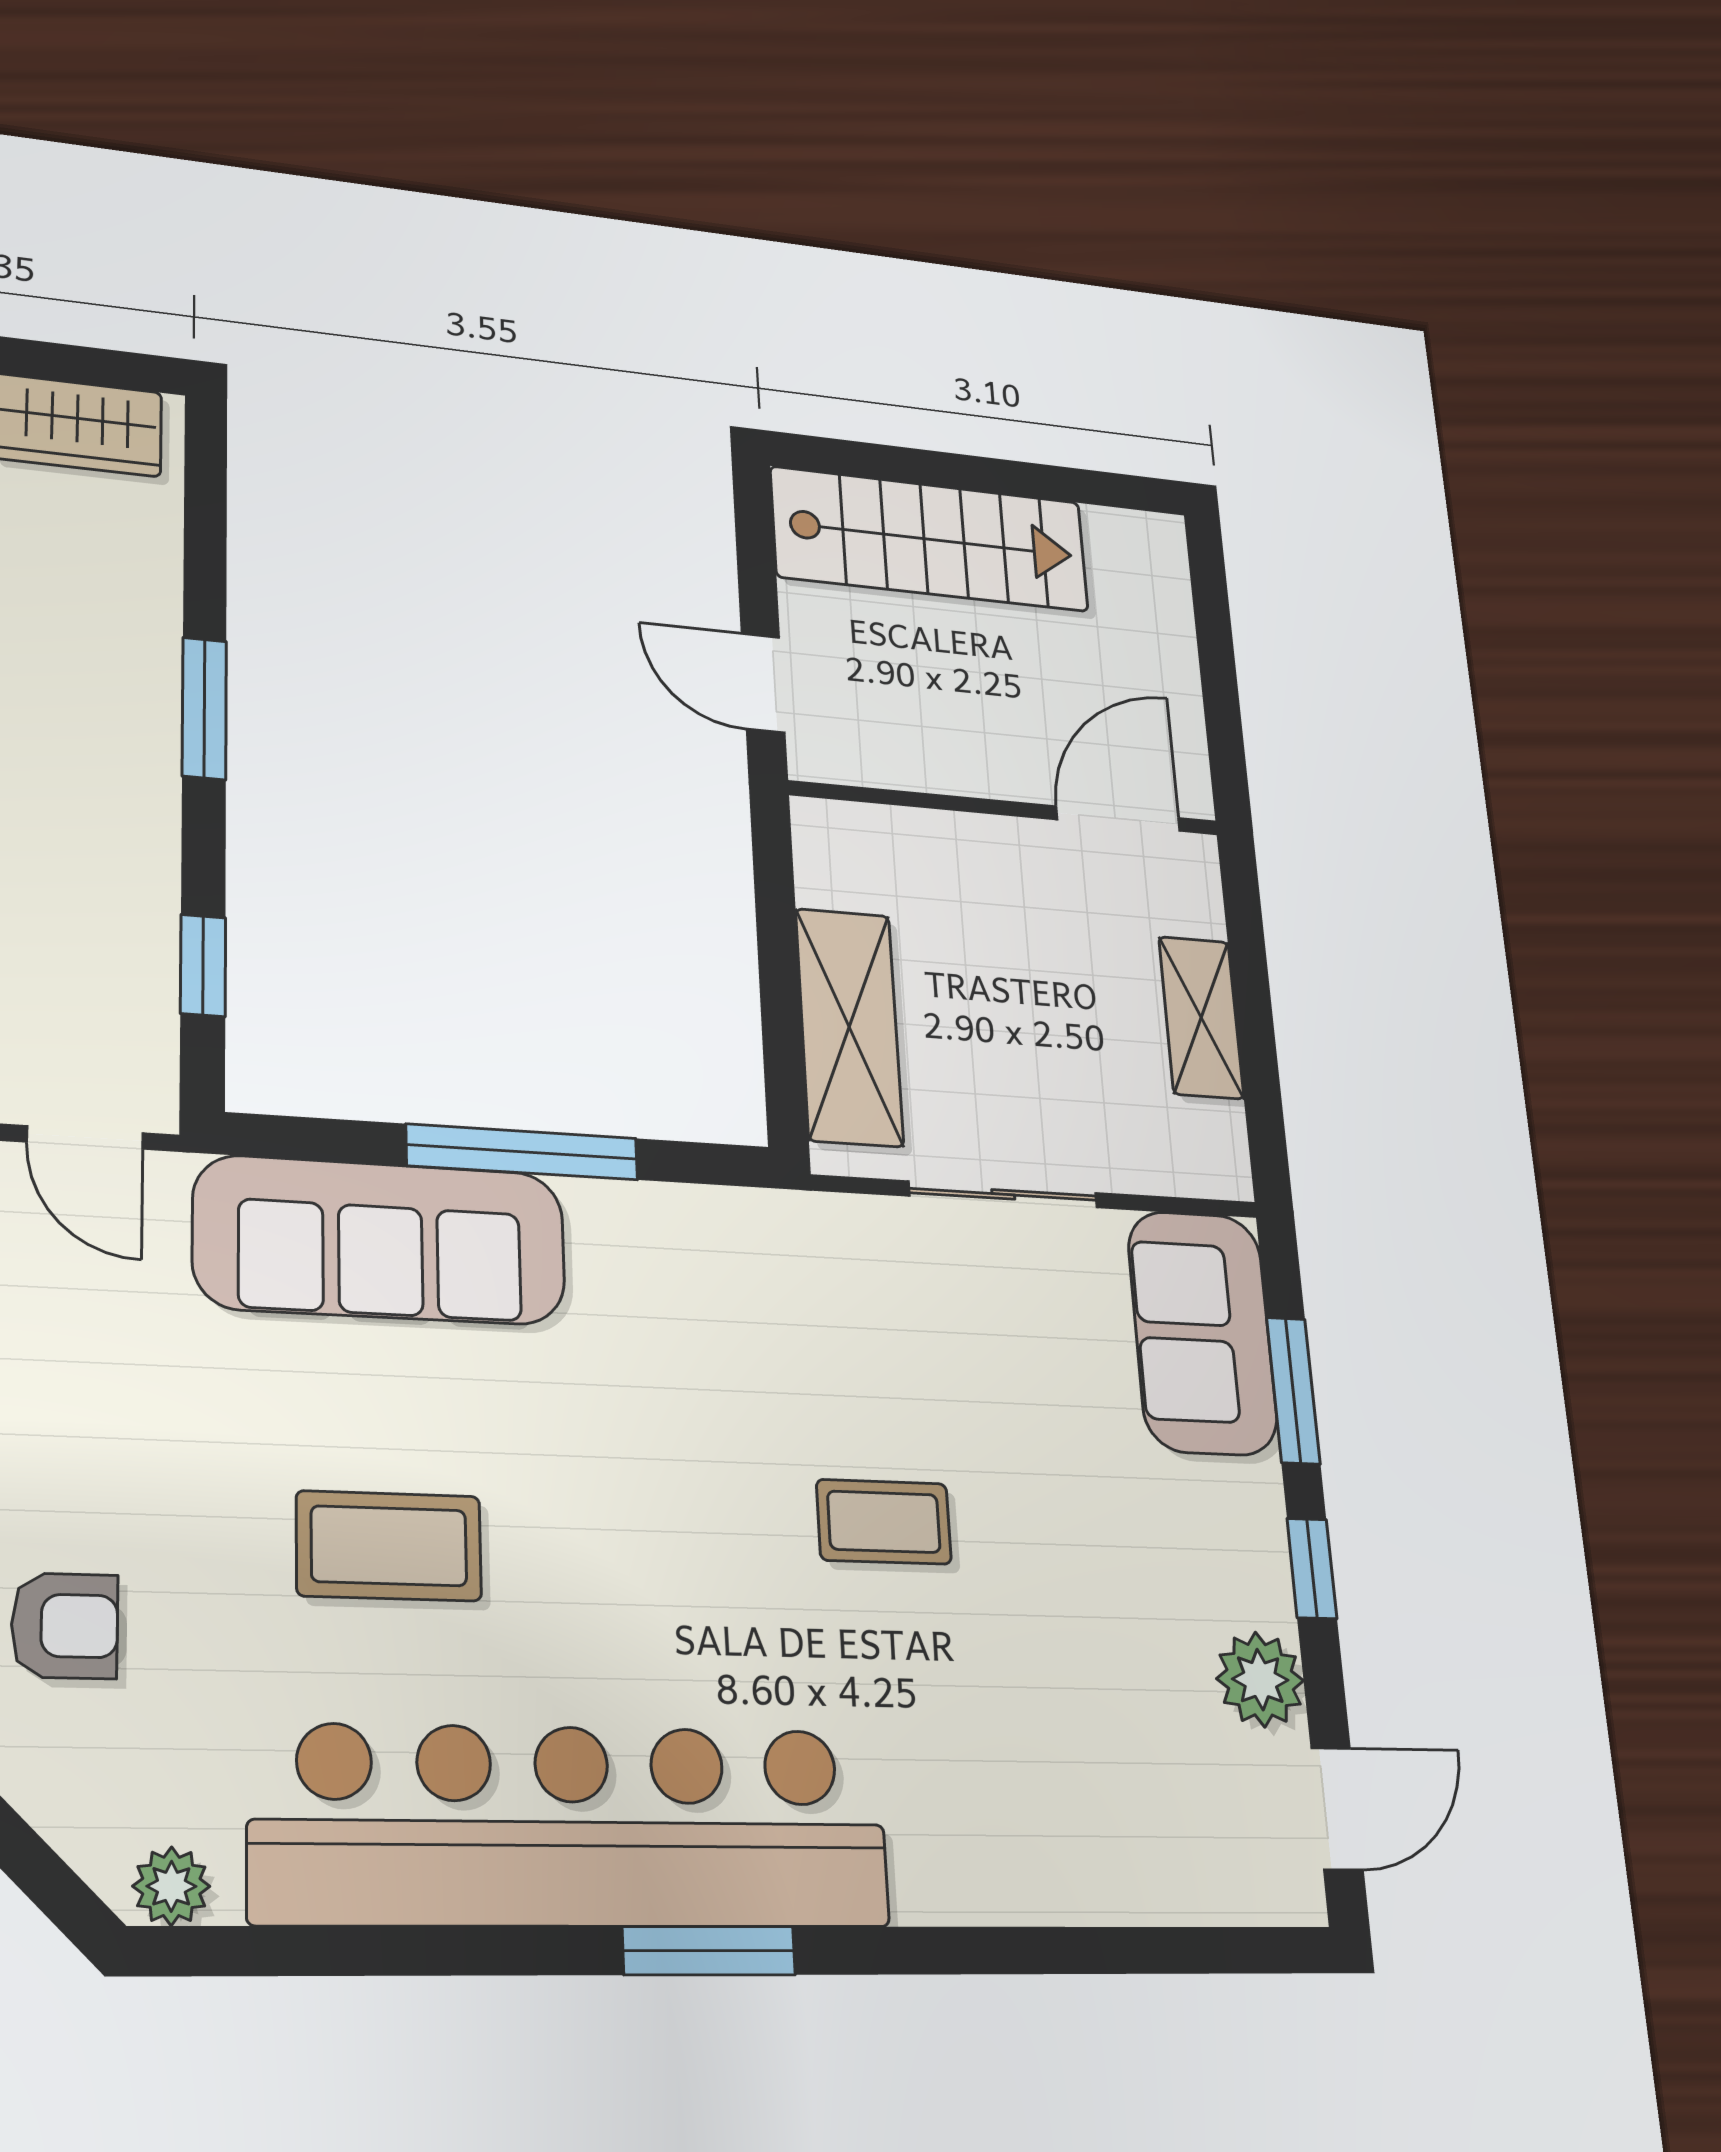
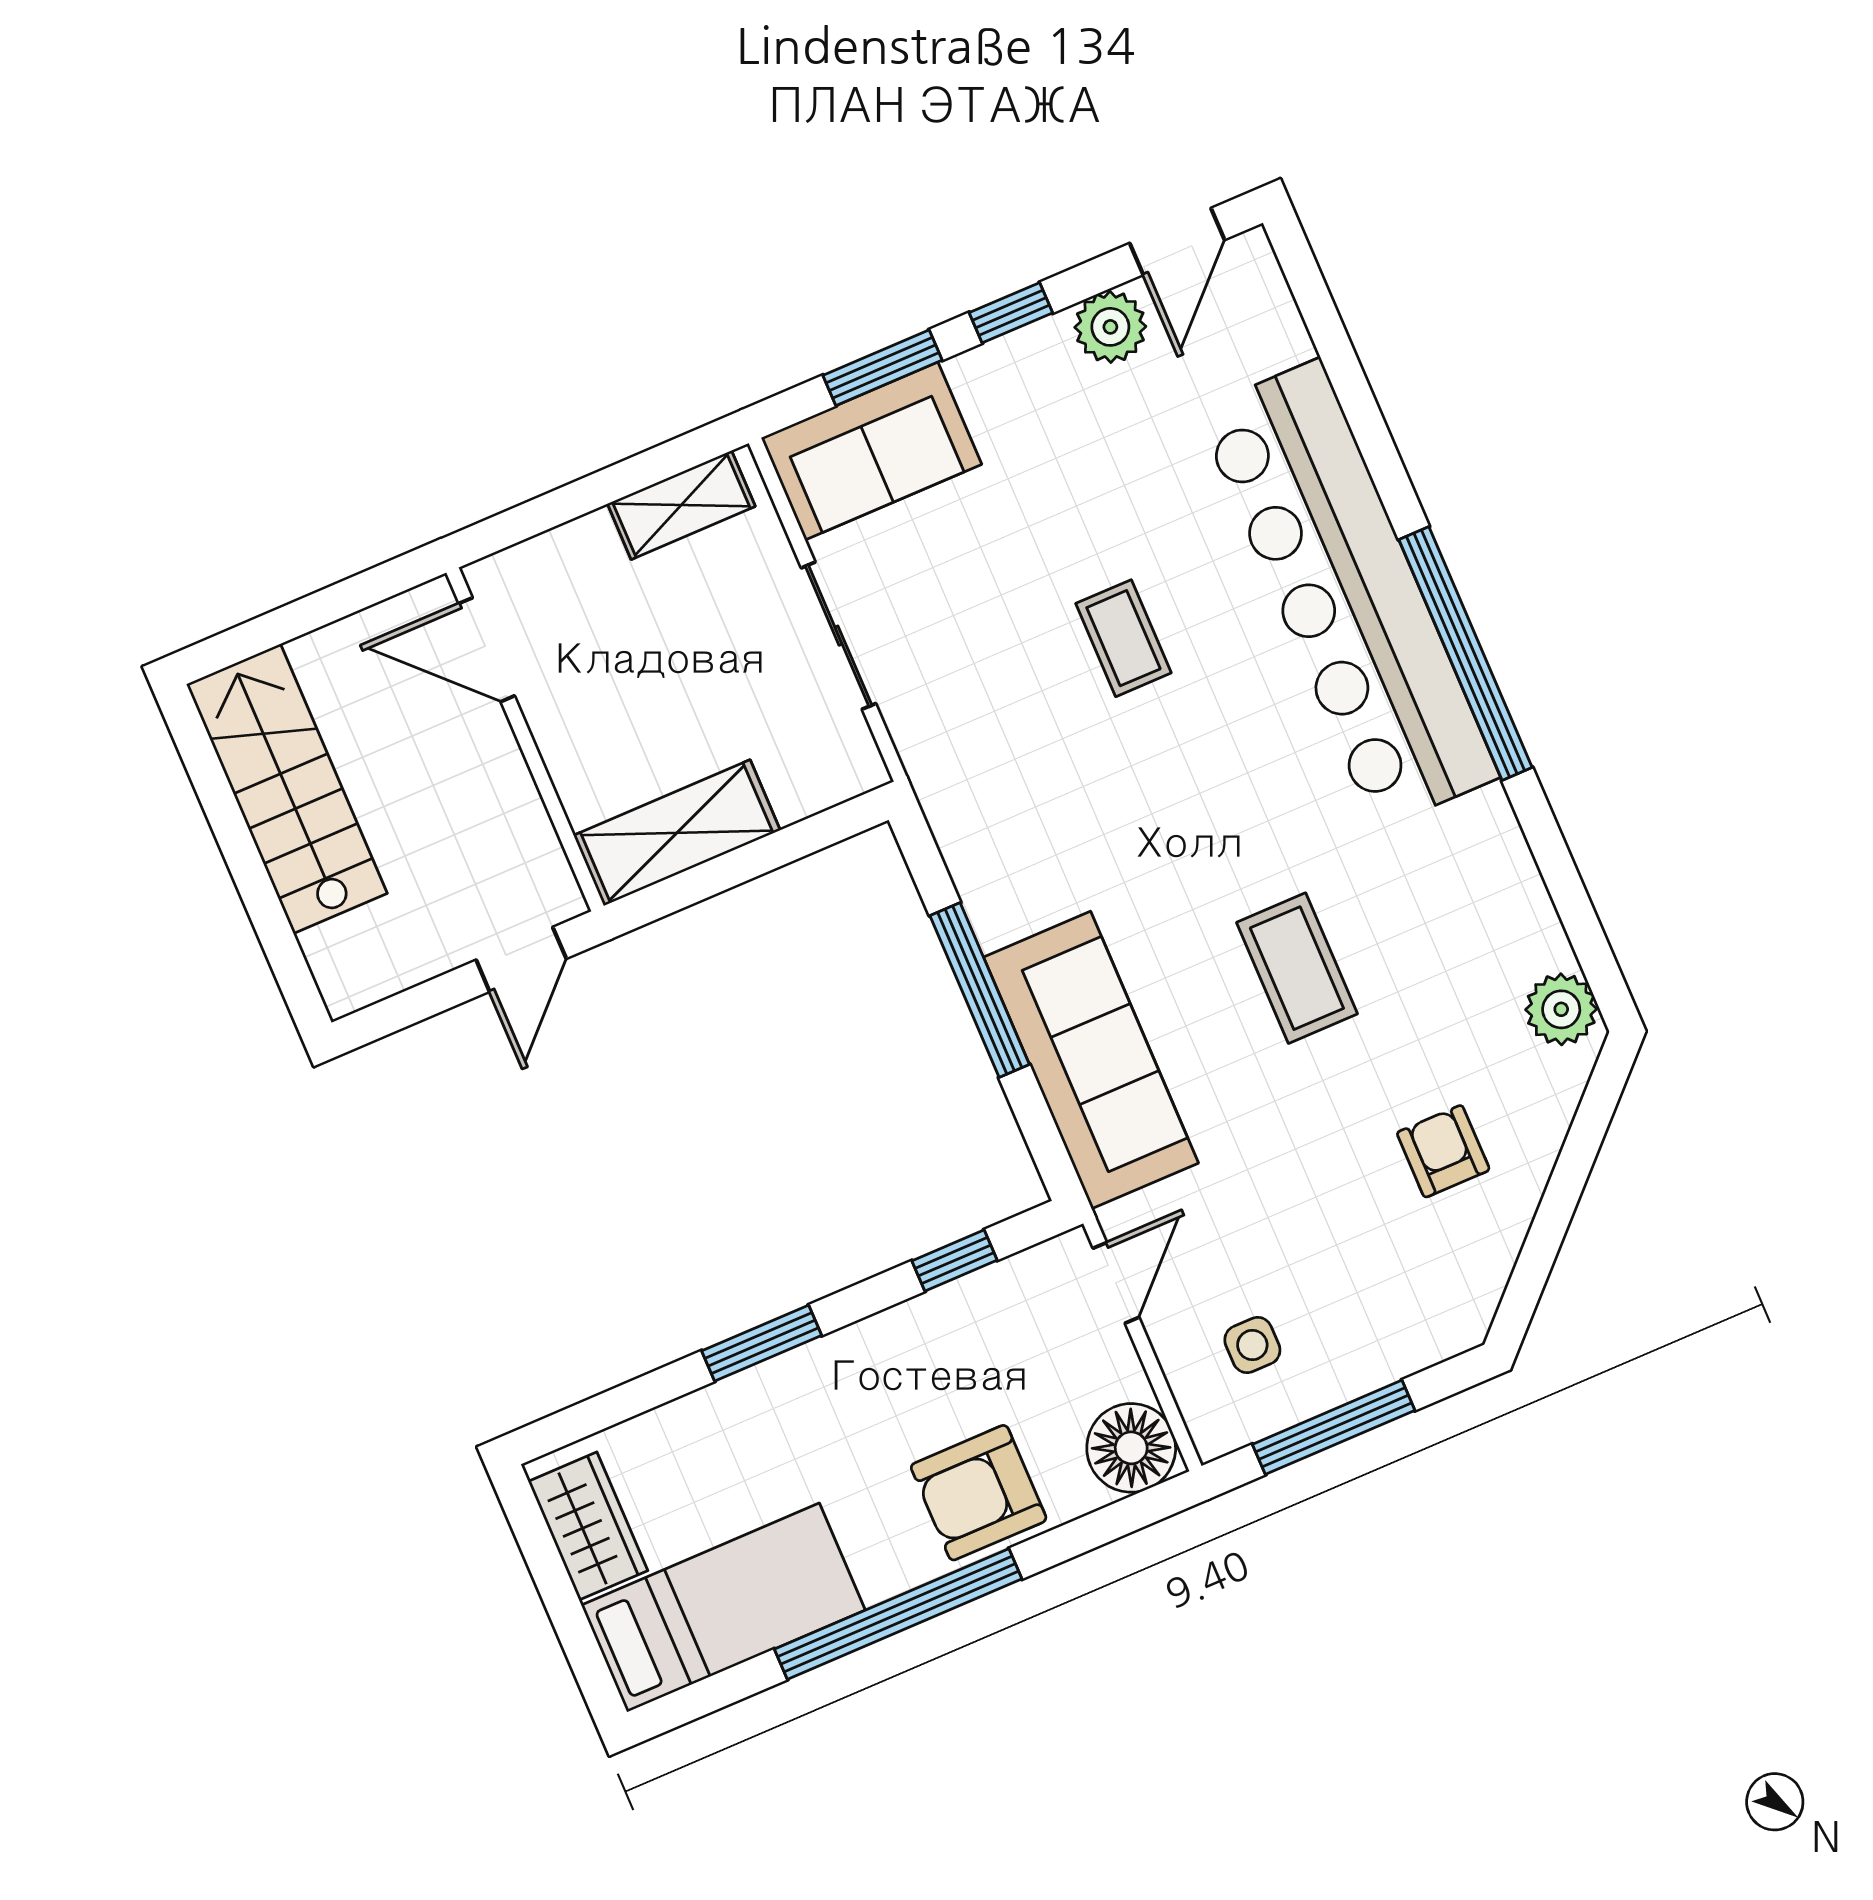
stairs: (930, 539) -> (287, 789), moved
shelving: (1201, 1018) -> (681, 505), moved
shelving: (849, 1027) -> (677, 833), moved
door: (1337, 1809) -> (1177, 242), swing flipped
bar counter: (573, 1826) -> (1348, 594), moved
plant: (171, 1886) -> (1561, 1009), width x1.38, depth x1.38
window: (709, 1951) -> (1466, 654), width x2.11

